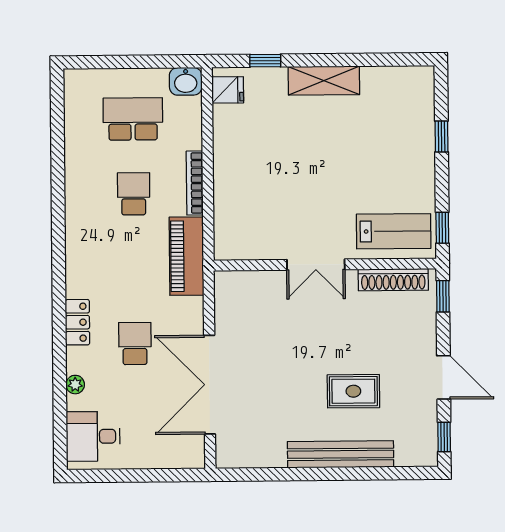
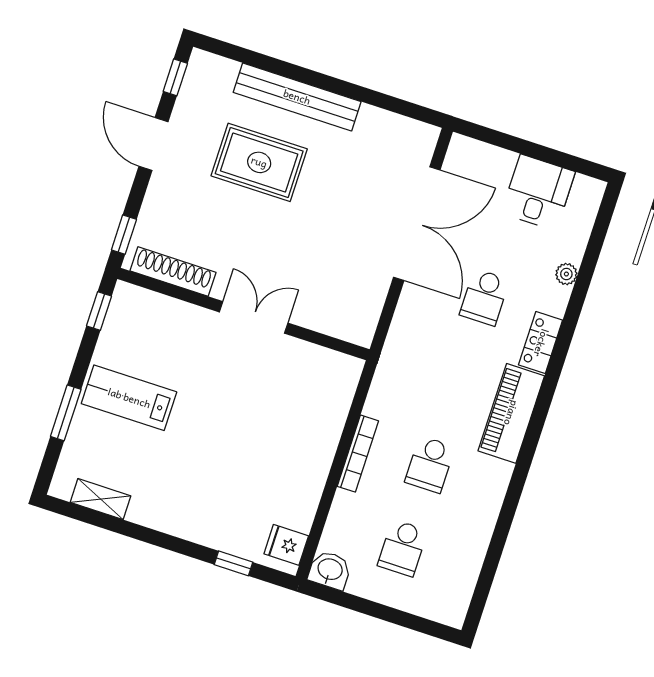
shelving: (324, 81) -> (100, 499), moved, width x0.67, depth x0.75
school desk: (133, 119) -> (403, 548), width x0.54
window: (442, 137) -> (66, 413), width x1.50
lab bench: (394, 231) -> (129, 398), moved
piano: (186, 256) -> (511, 413), moved, turned 180
rug: (353, 391) -> (259, 162), width x1.36, depth x1.43
desk: (93, 436) -> (538, 192), moved, turned -90

